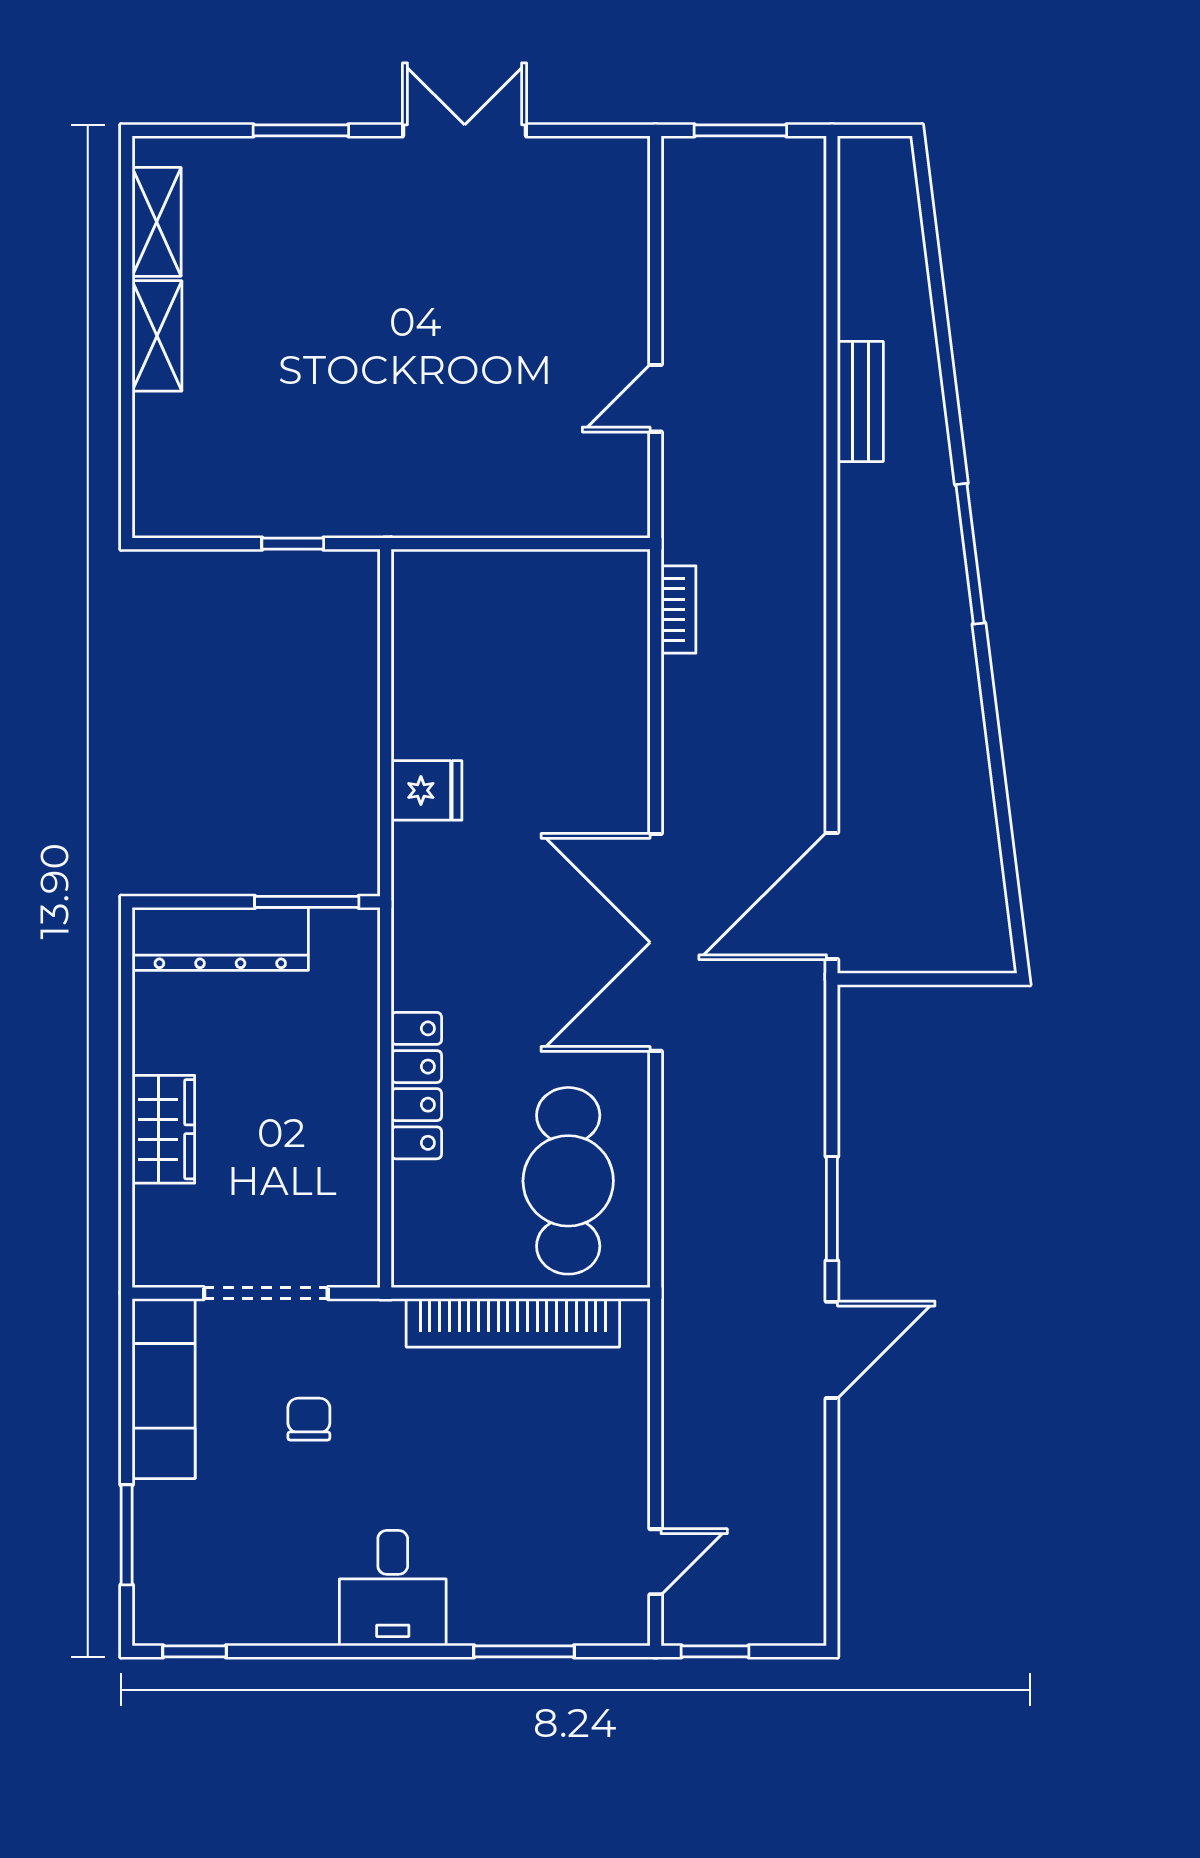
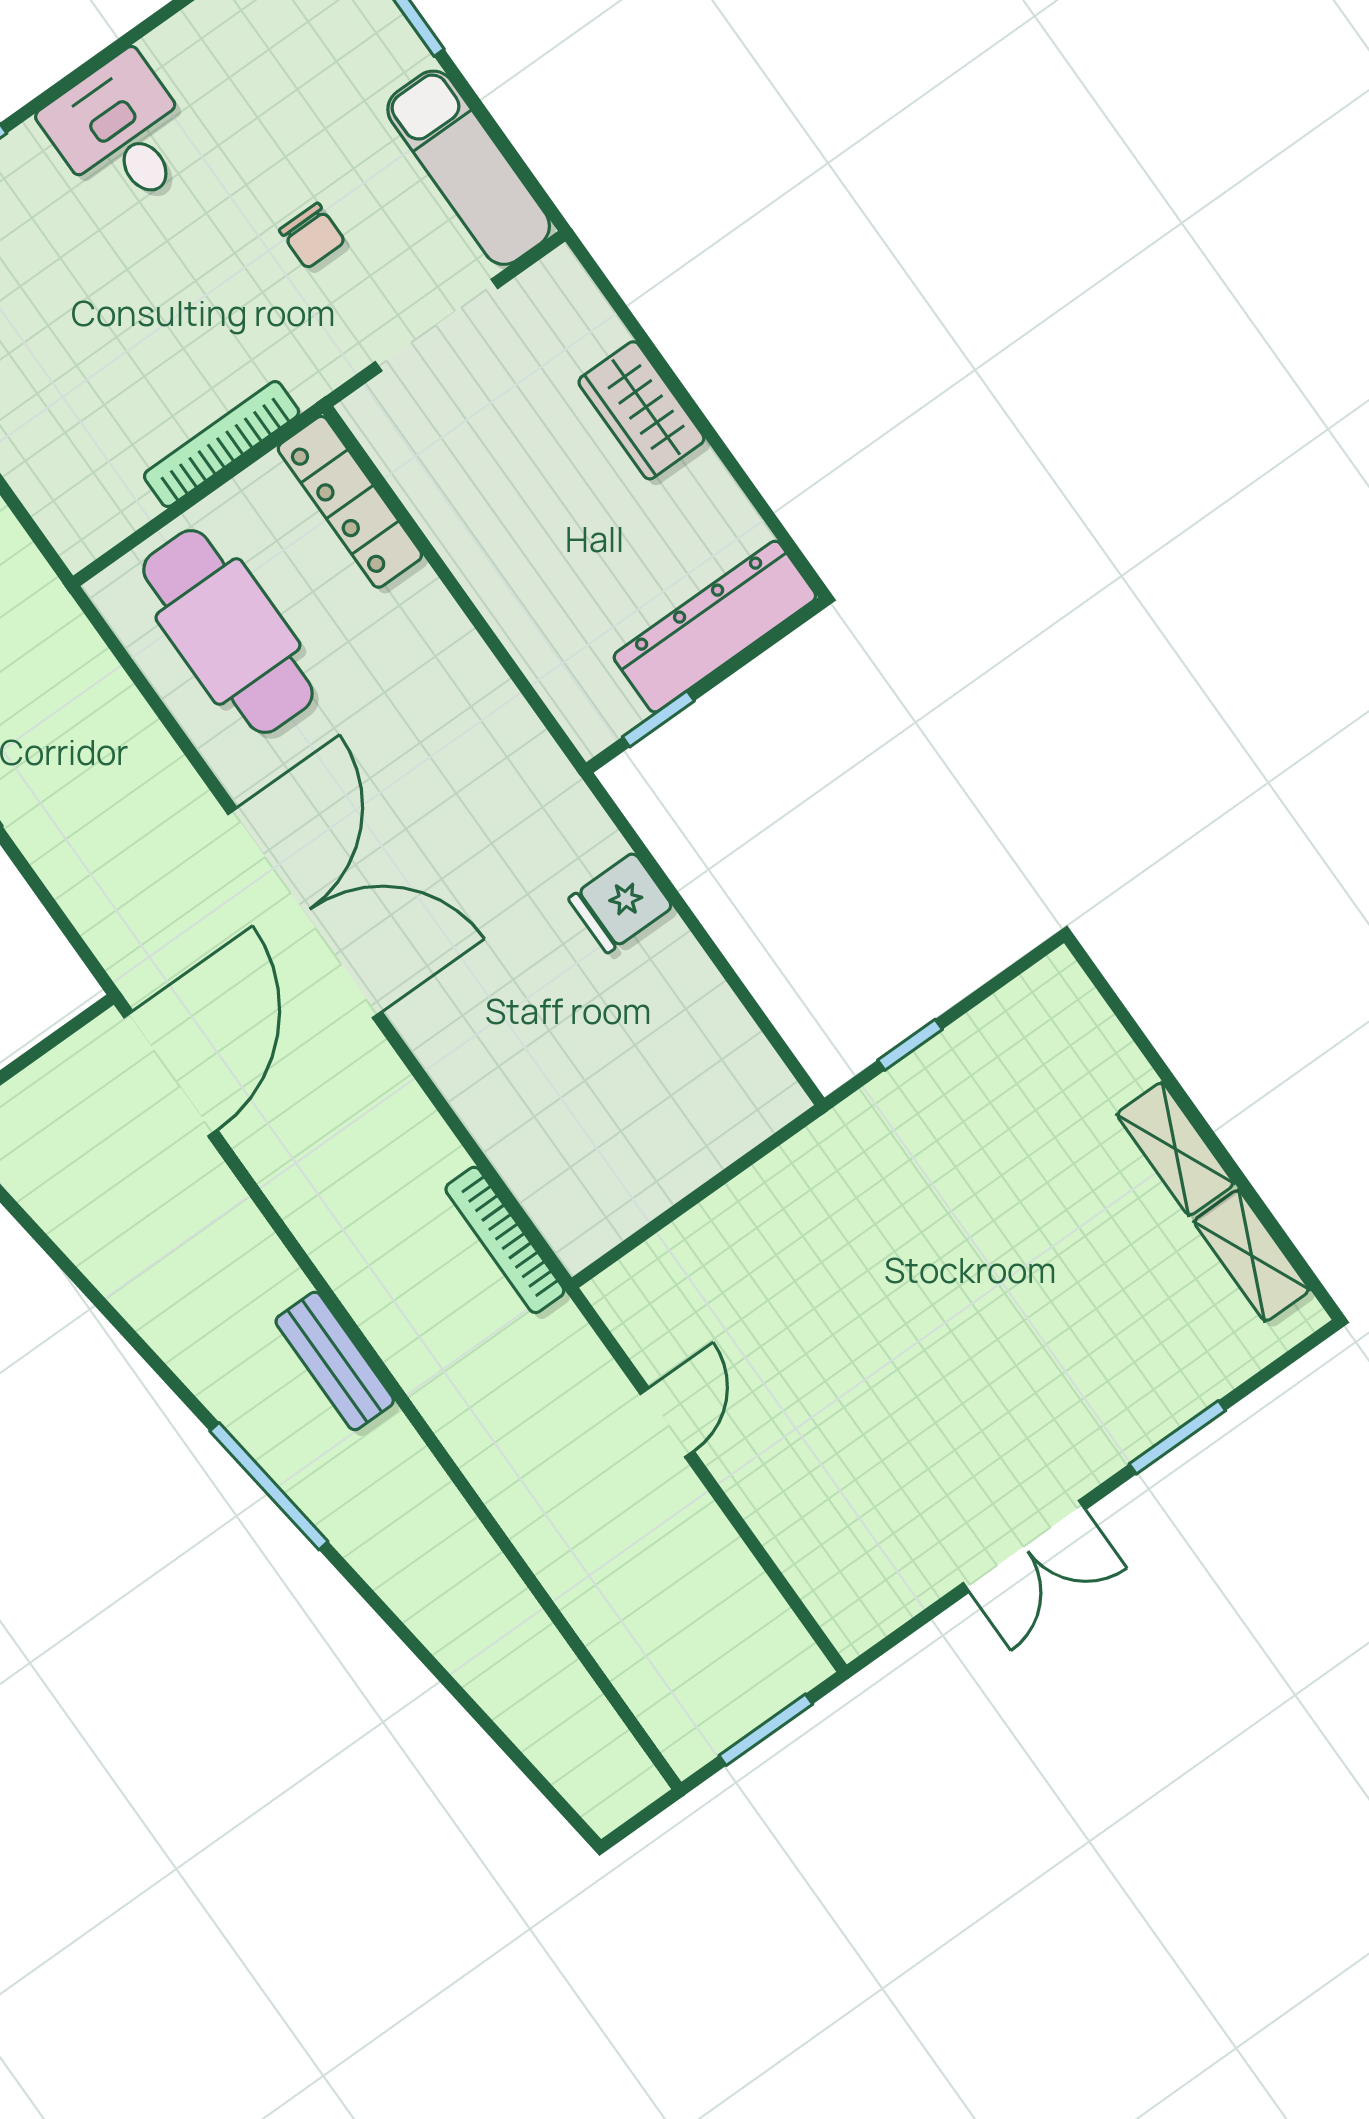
bench: (860, 401) -> (335, 1361), moved
bookcase: (679, 610) -> (505, 1240), width x1.56
window: (307, 902) -> (658, 719), width x0.67
locker: (416, 1086) -> (350, 502), moved
bookcase: (513, 1323) -> (222, 444), width x0.68, depth x0.76

